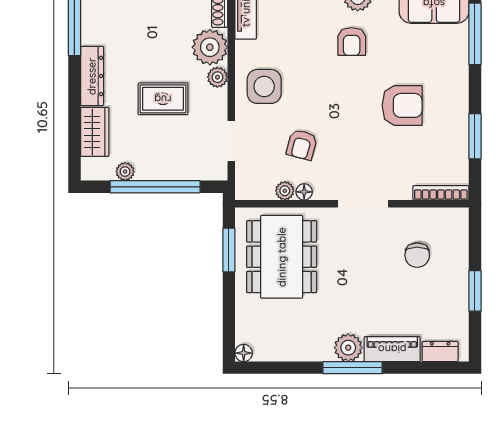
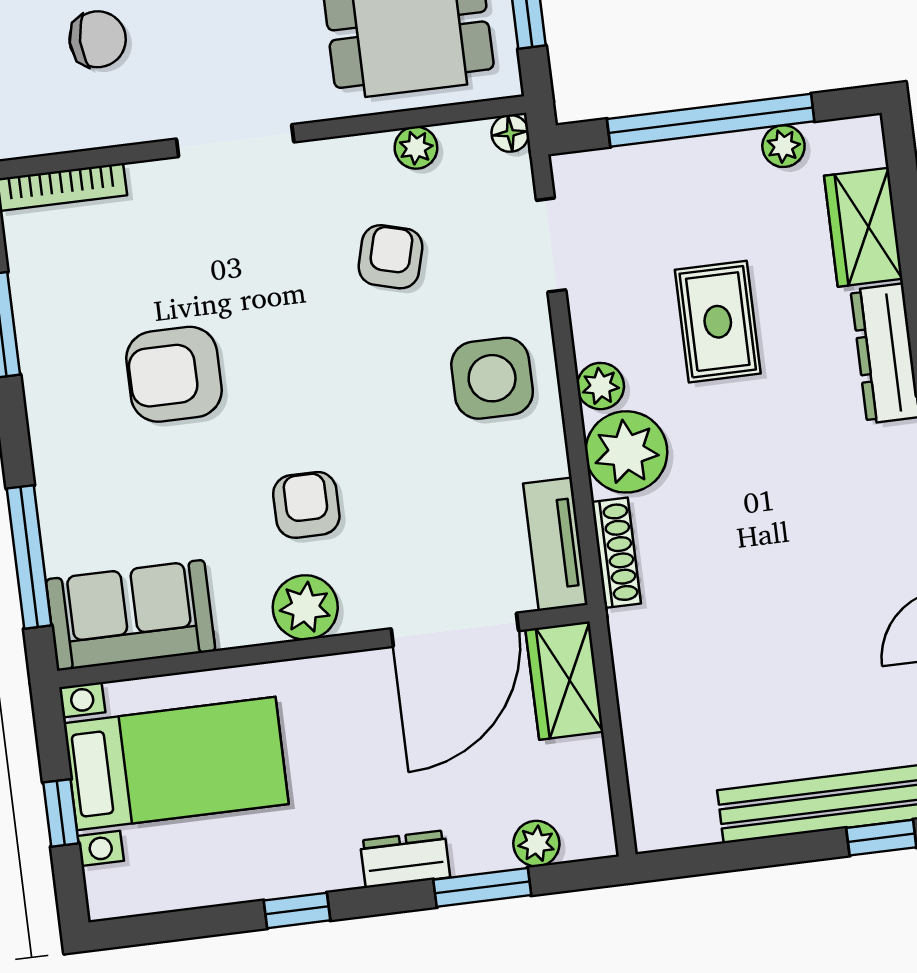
rug: (163, 99) -> (718, 322), turned 90
floor lamp: (304, 192) -> (510, 133), moved
chair: (417, 255) -> (98, 39), turned 90

